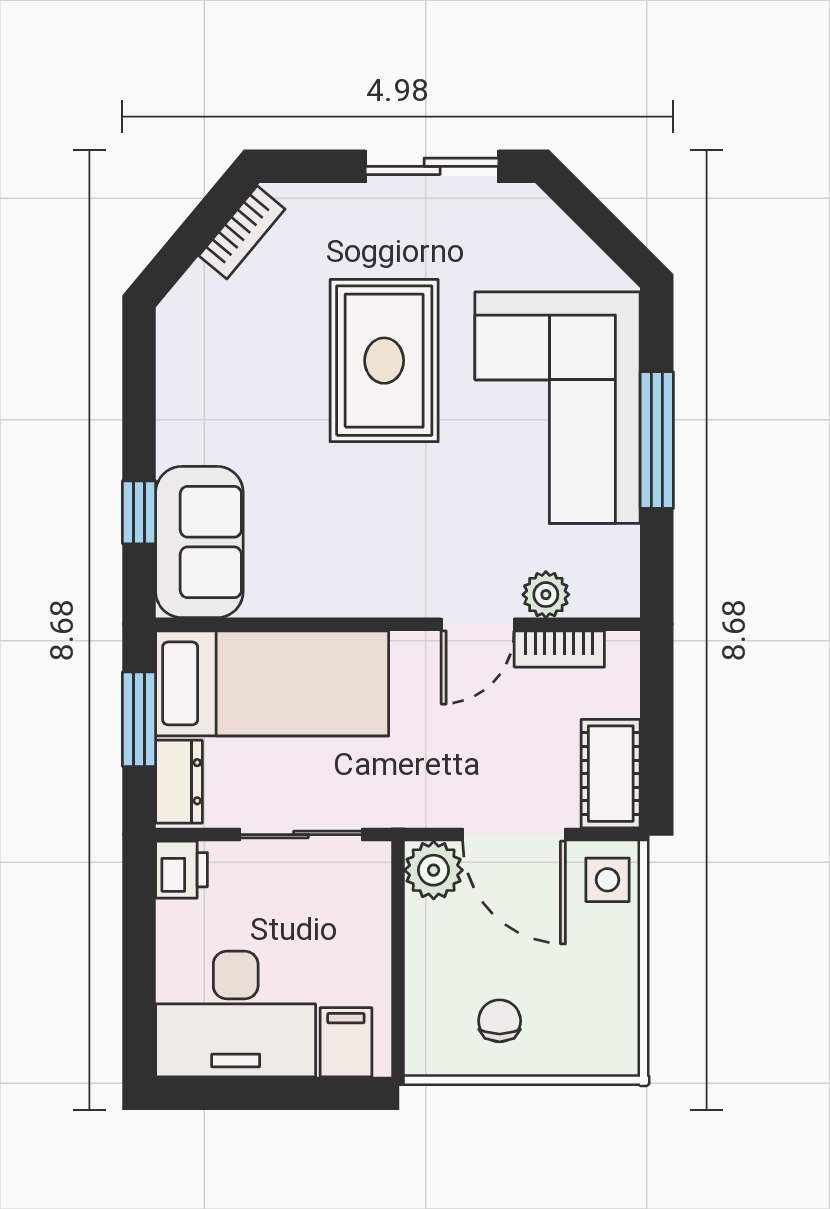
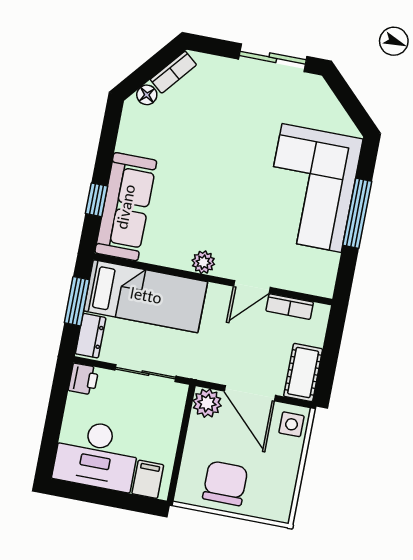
floor lamp: (198, 287) -> (147, 95), added
rug: (384, 361) -> (231, 149), removed
sofa: (199, 542) -> (126, 207), width x1.36
plant: (546, 595) -> (203, 262), moved
chair: (500, 1021) -> (225, 483), width x1.87, depth x1.87

